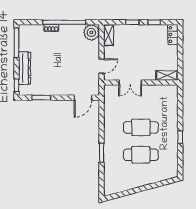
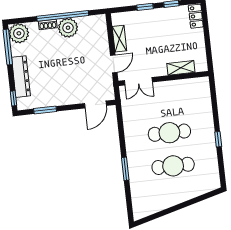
plant: (91, 32) -> (68, 28), moved
plant: (27, 33) -> (19, 33), added
shelving: (109, 35) -> (119, 39), moved
shelving: (167, 75) -> (181, 68), moved
double door: (130, 83) -> (138, 81), moved

